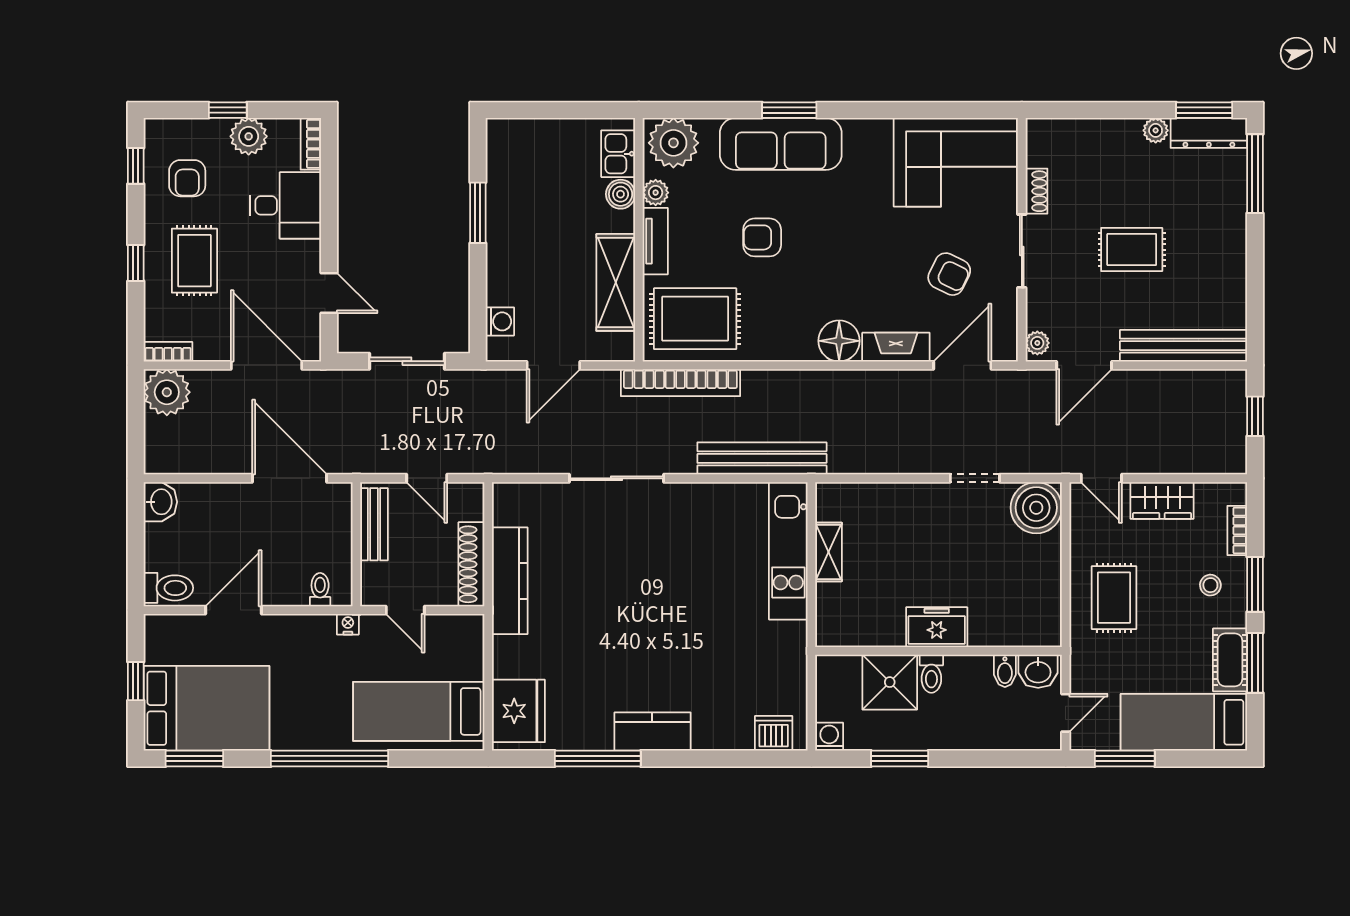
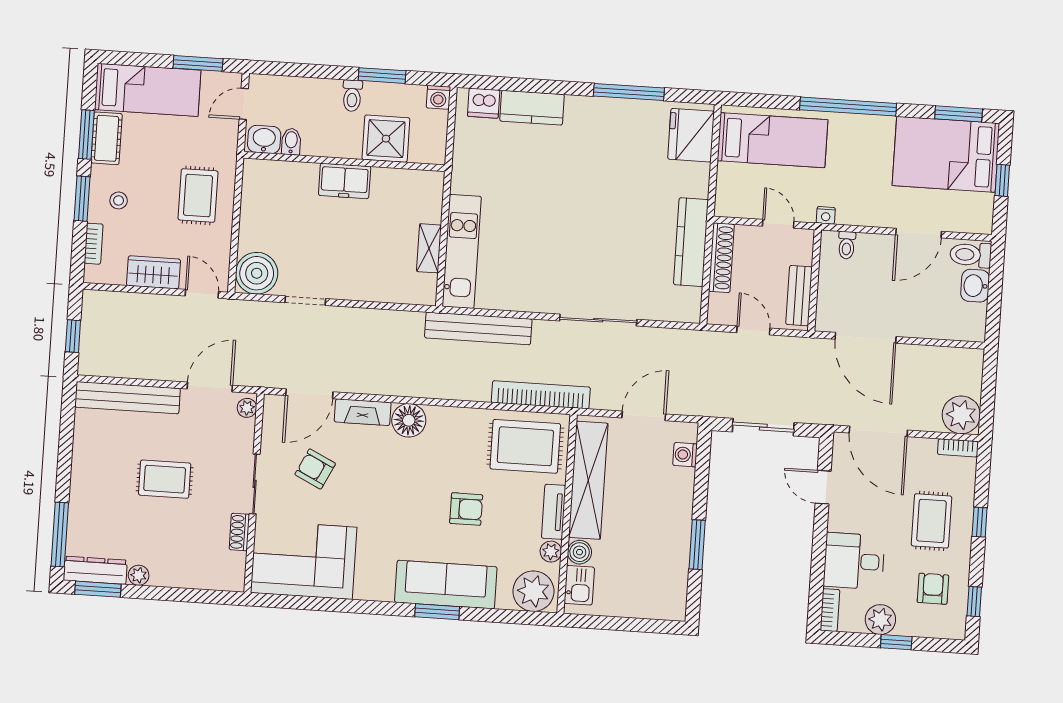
shelving: (616, 282) -> (588, 480), width x1.47
washbasin: (160, 502) -> (975, 286), moved
toilet: (931, 674) -> (352, 96), moved, turned 180
kitchen counter: (652, 732) -> (532, 108), moved

